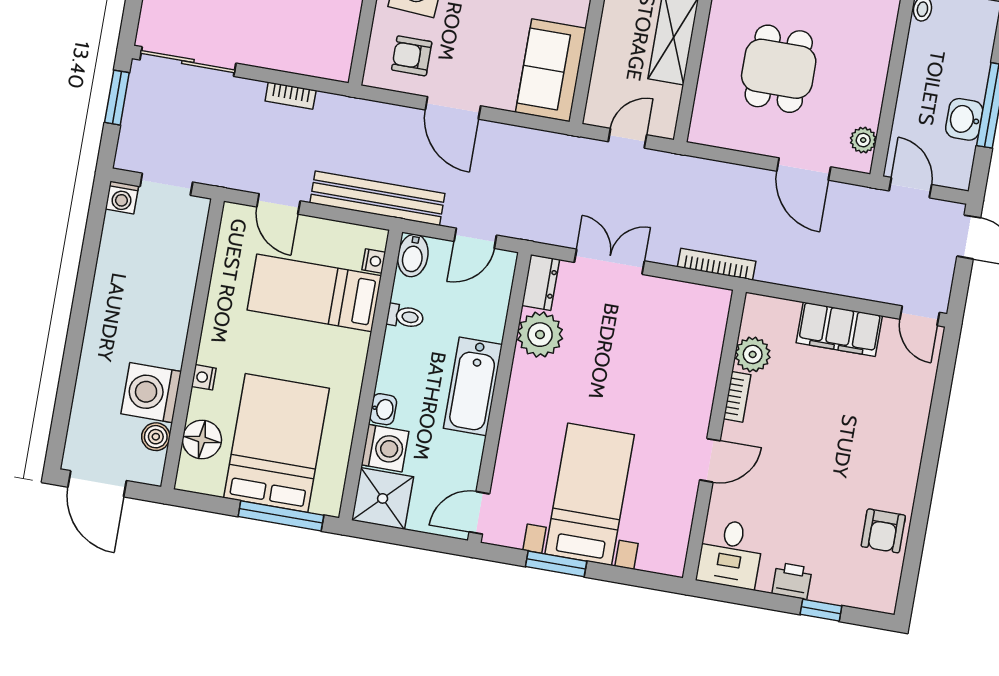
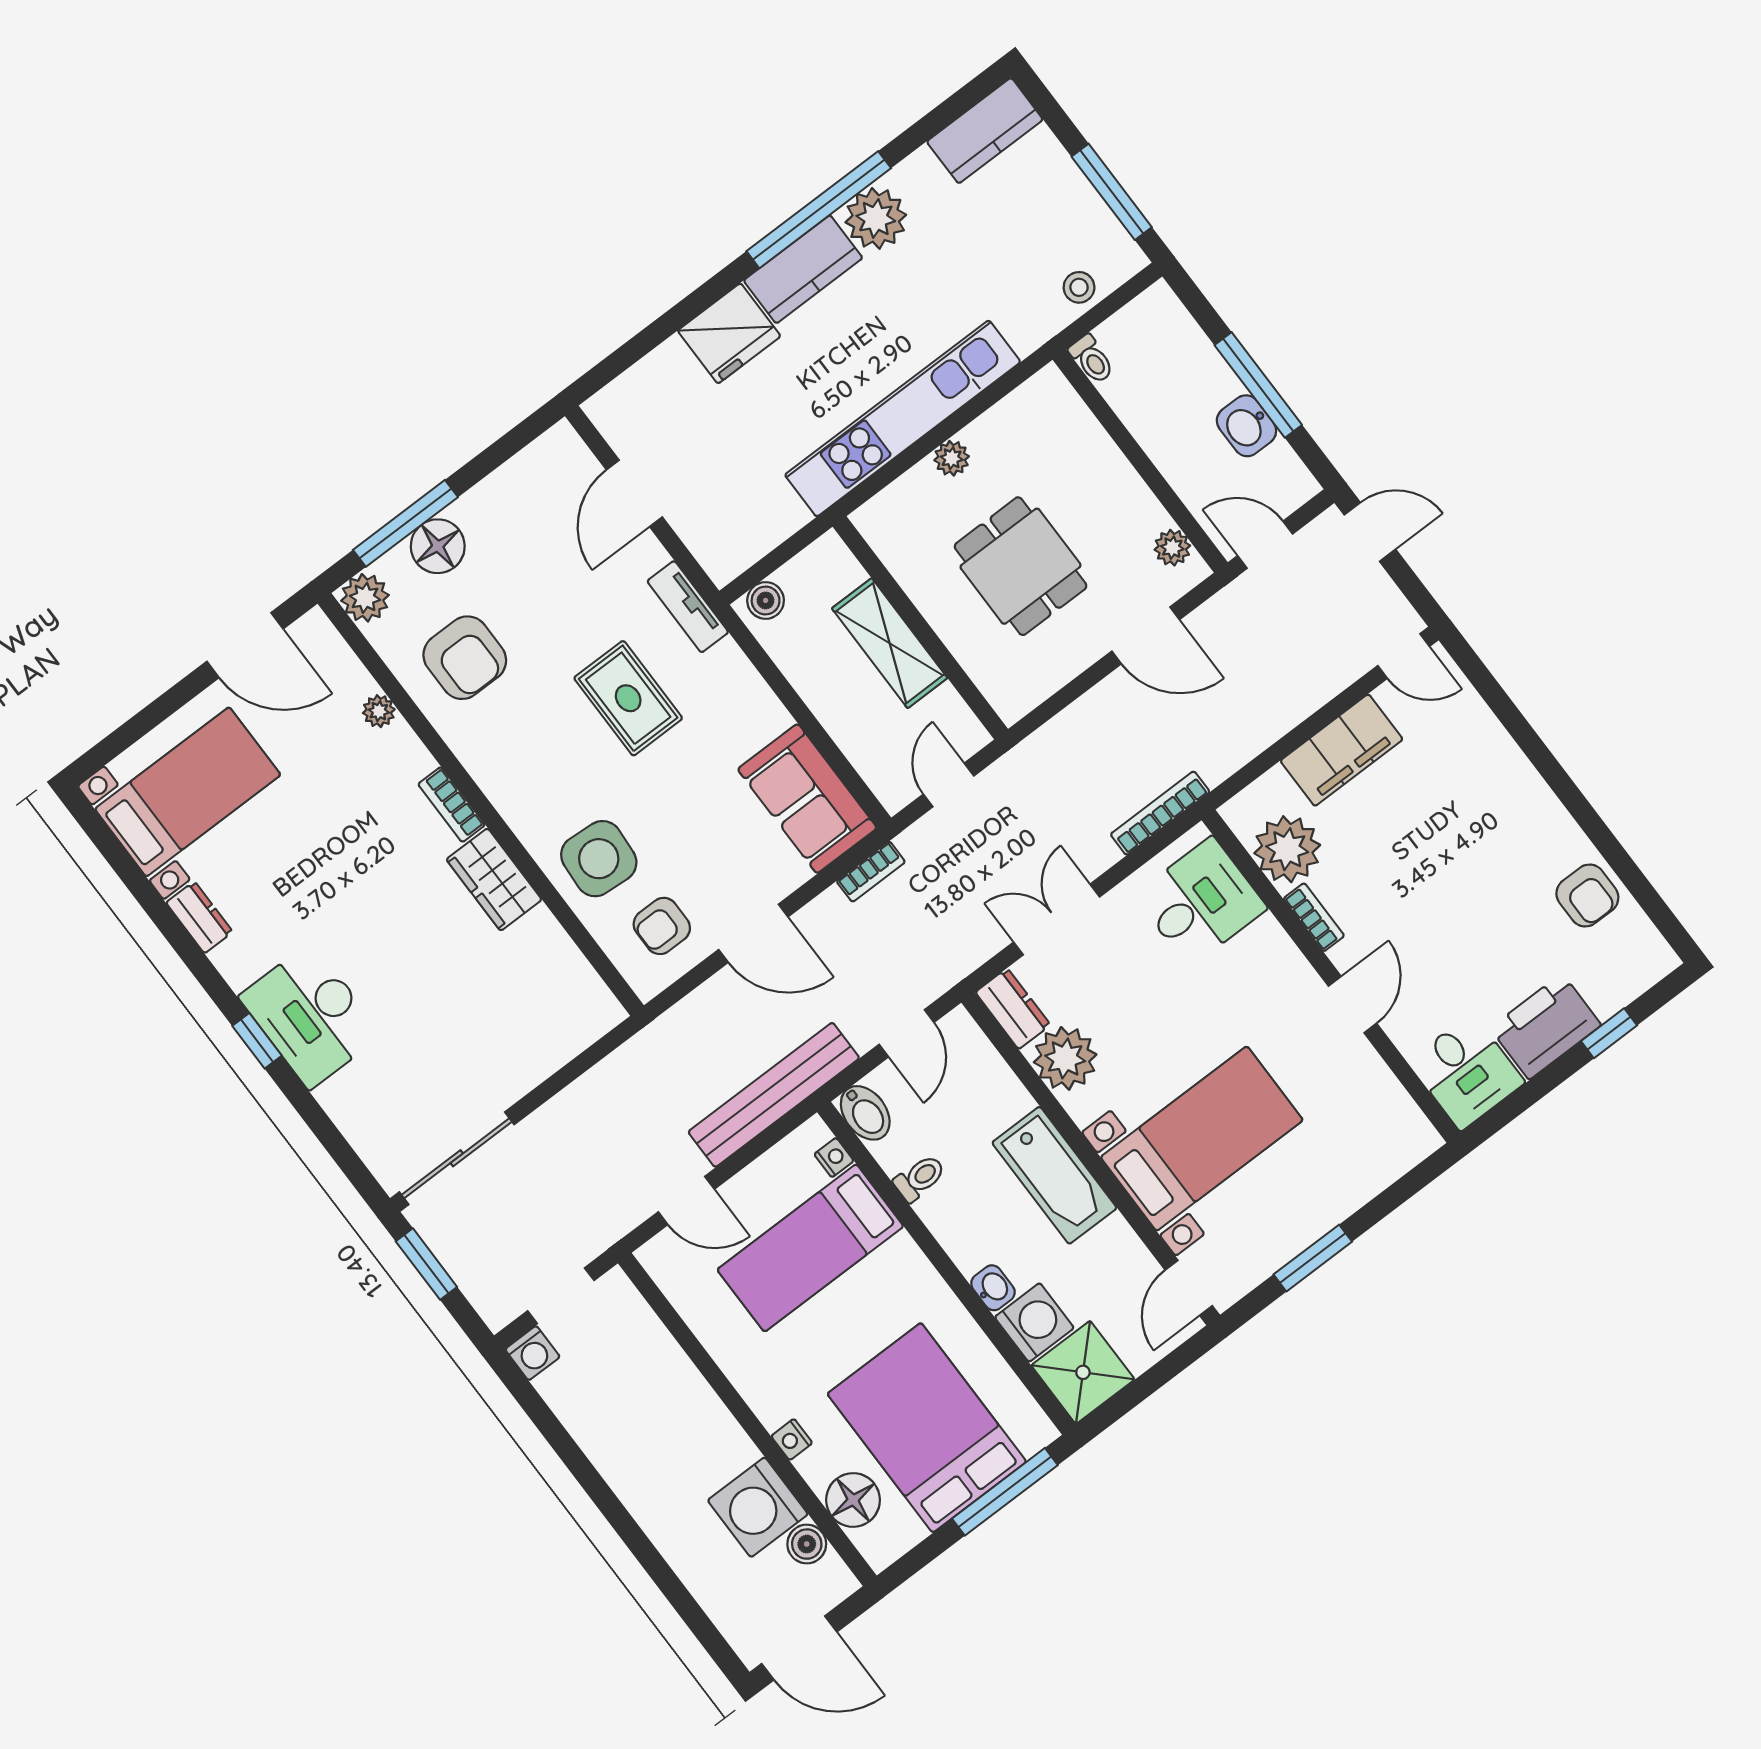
bookcase: (291, 96) -> (871, 872), moved
desk: (690, 329) -> (1201, 902), added
plant: (753, 354) -> (1287, 849), width x1.36, depth x1.36
bed with nightstands: (590, 494) -> (1202, 1139), moved, turned 90
printer: (792, 581) -> (1546, 1027), width x1.87, depth x1.48

